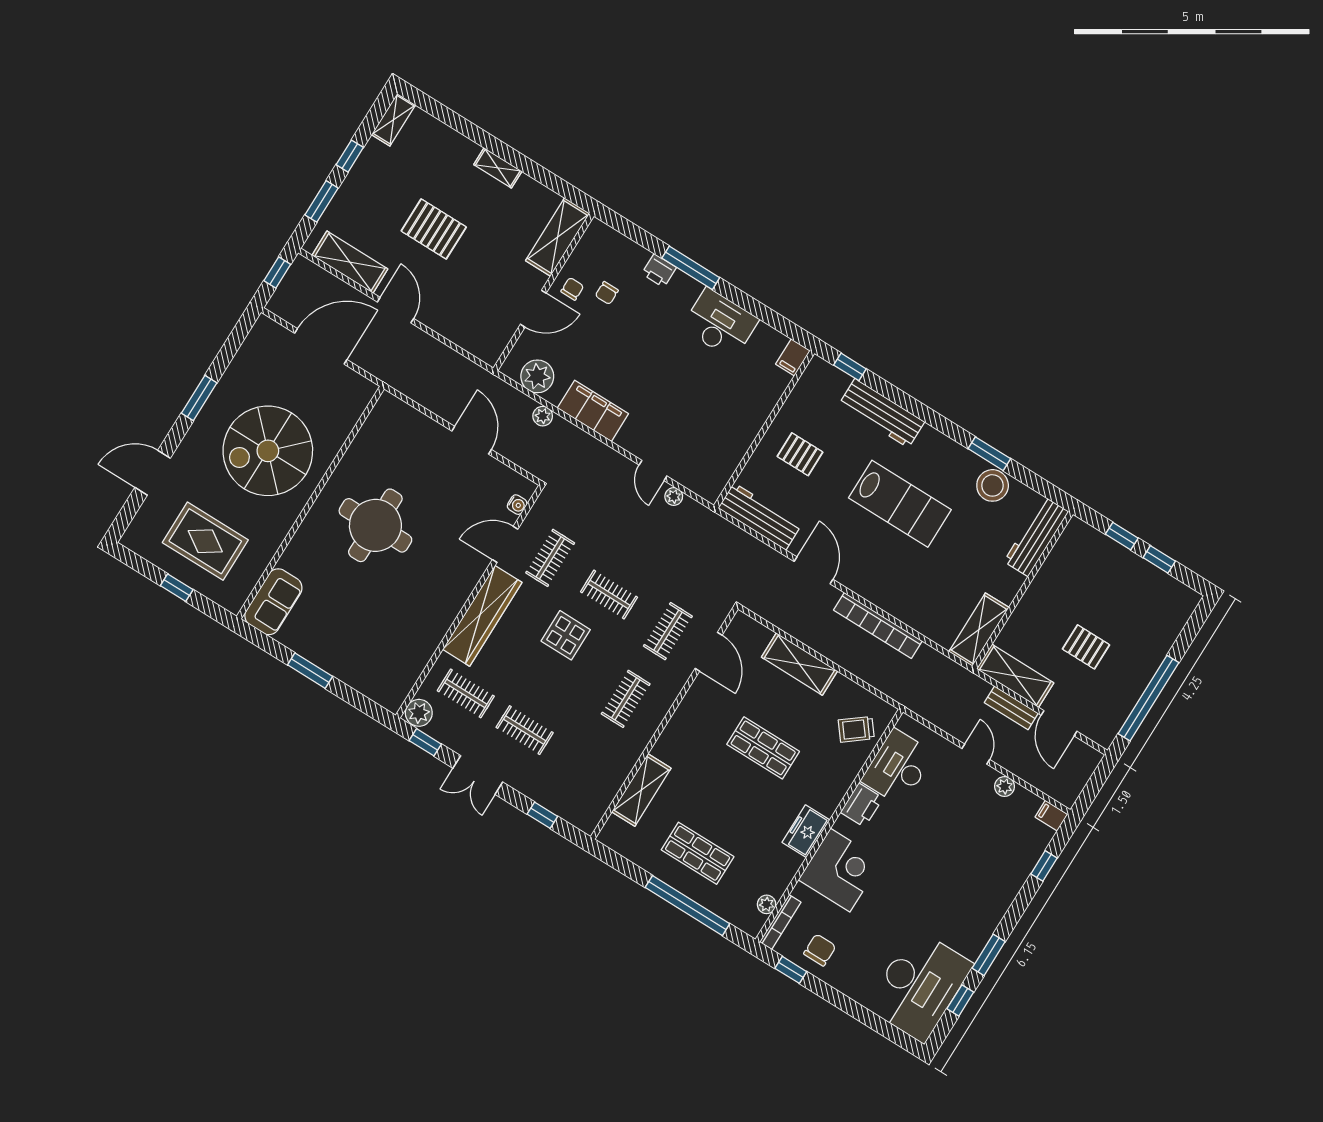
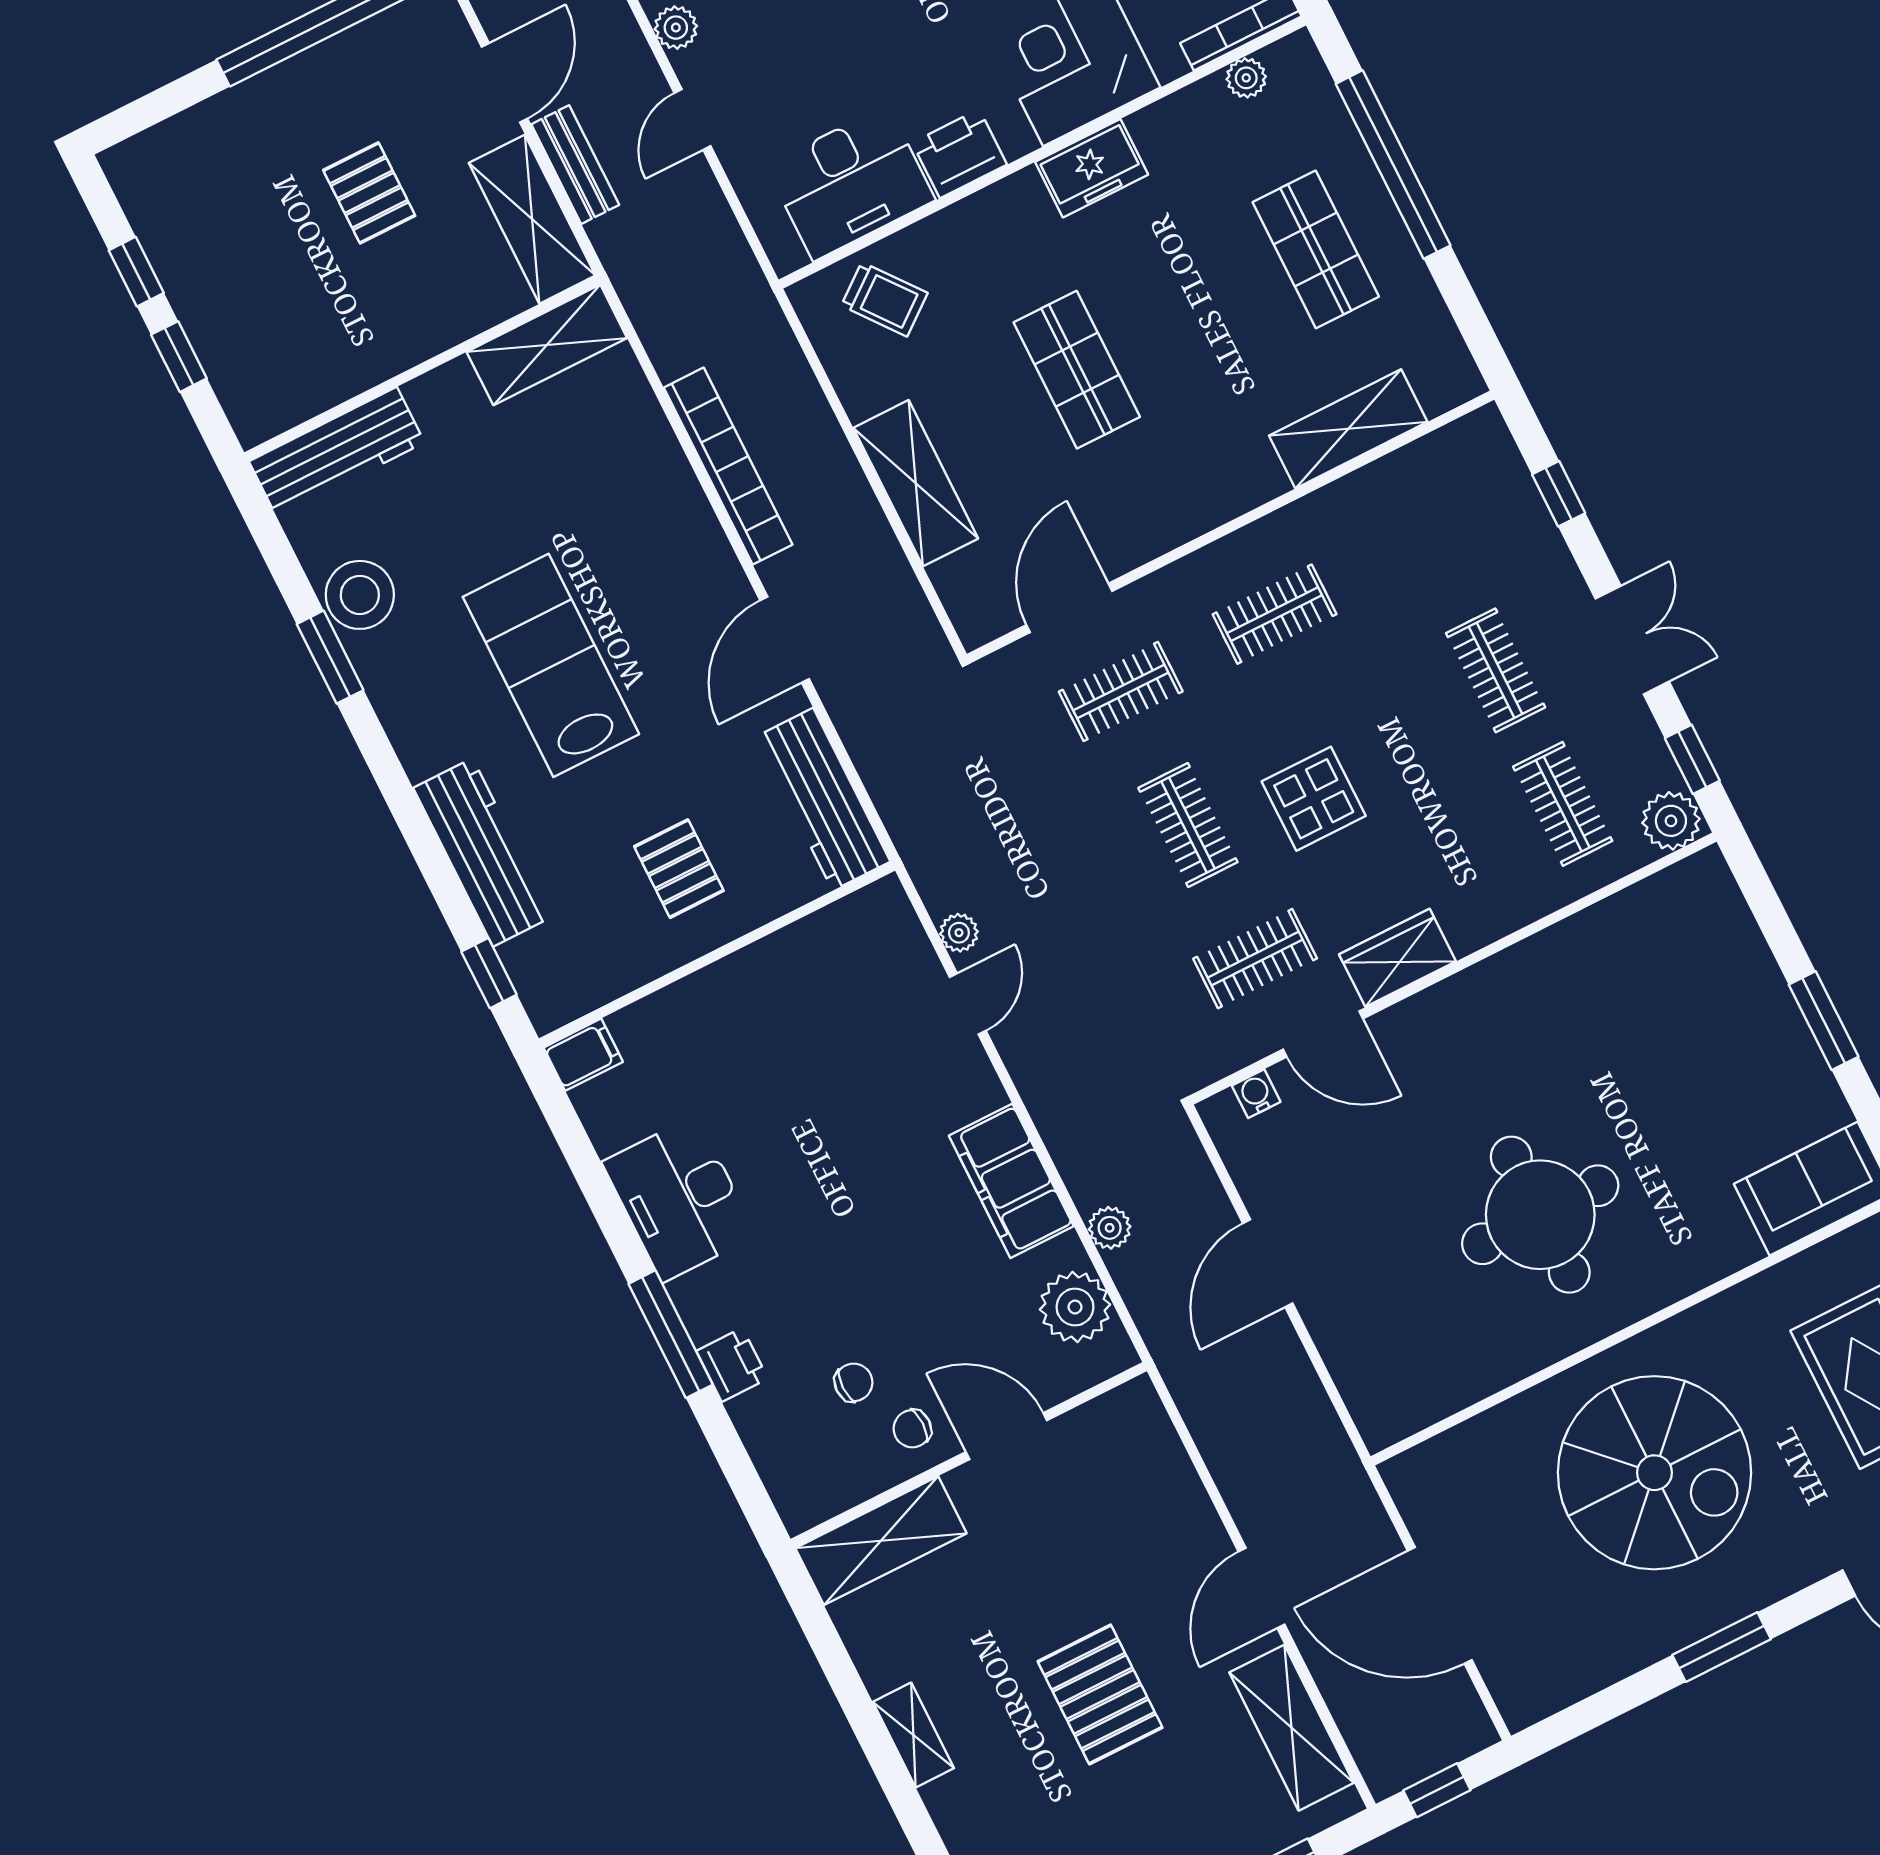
wardrobe: (482, 616) -> (1398, 958), width x0.48, depth x0.85

